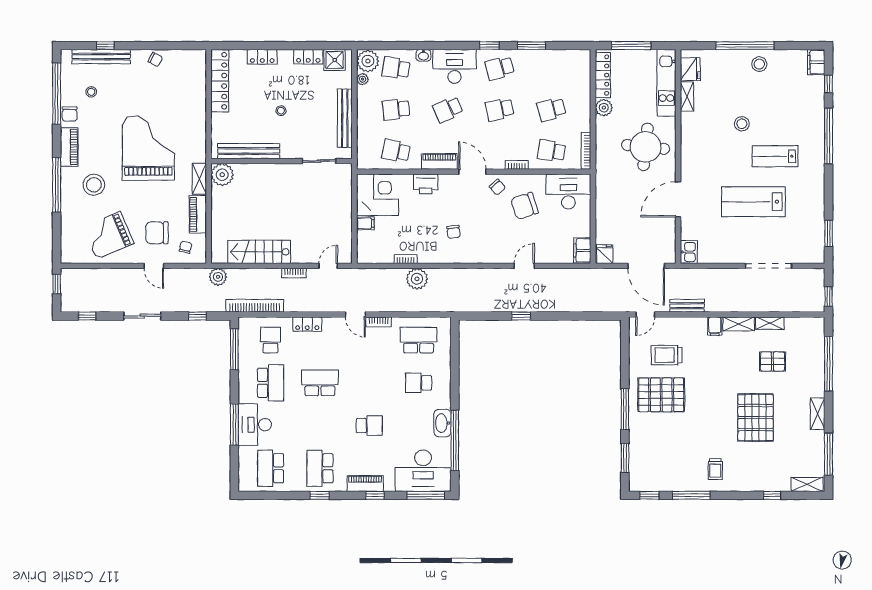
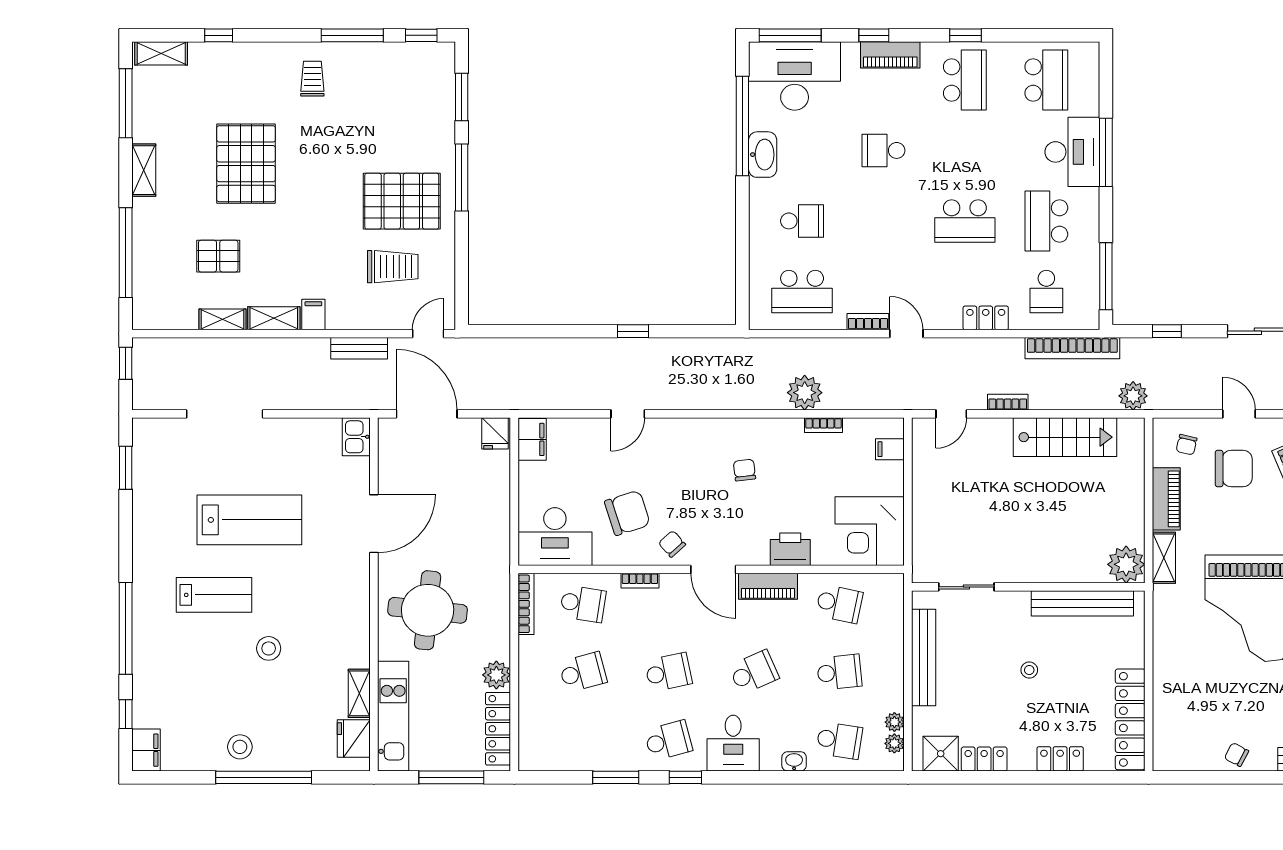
plant: (368, 61) -> (894, 743), width x0.53, depth x0.53
desk: (454, 66) -> (733, 743), width x0.73
filing cabinet: (365, 223) -> (890, 449), moved

